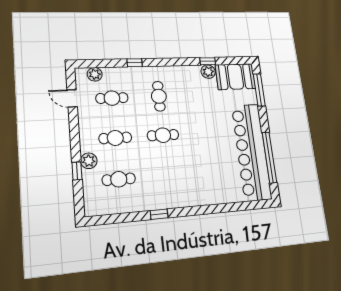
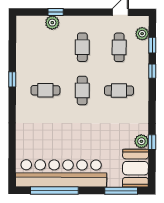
window: (106, 63) -> (152, 45), added
plant: (89, 161) -> (52, 23), moved
cafe table: (119, 179) -> (45, 90), moved, turned 90

